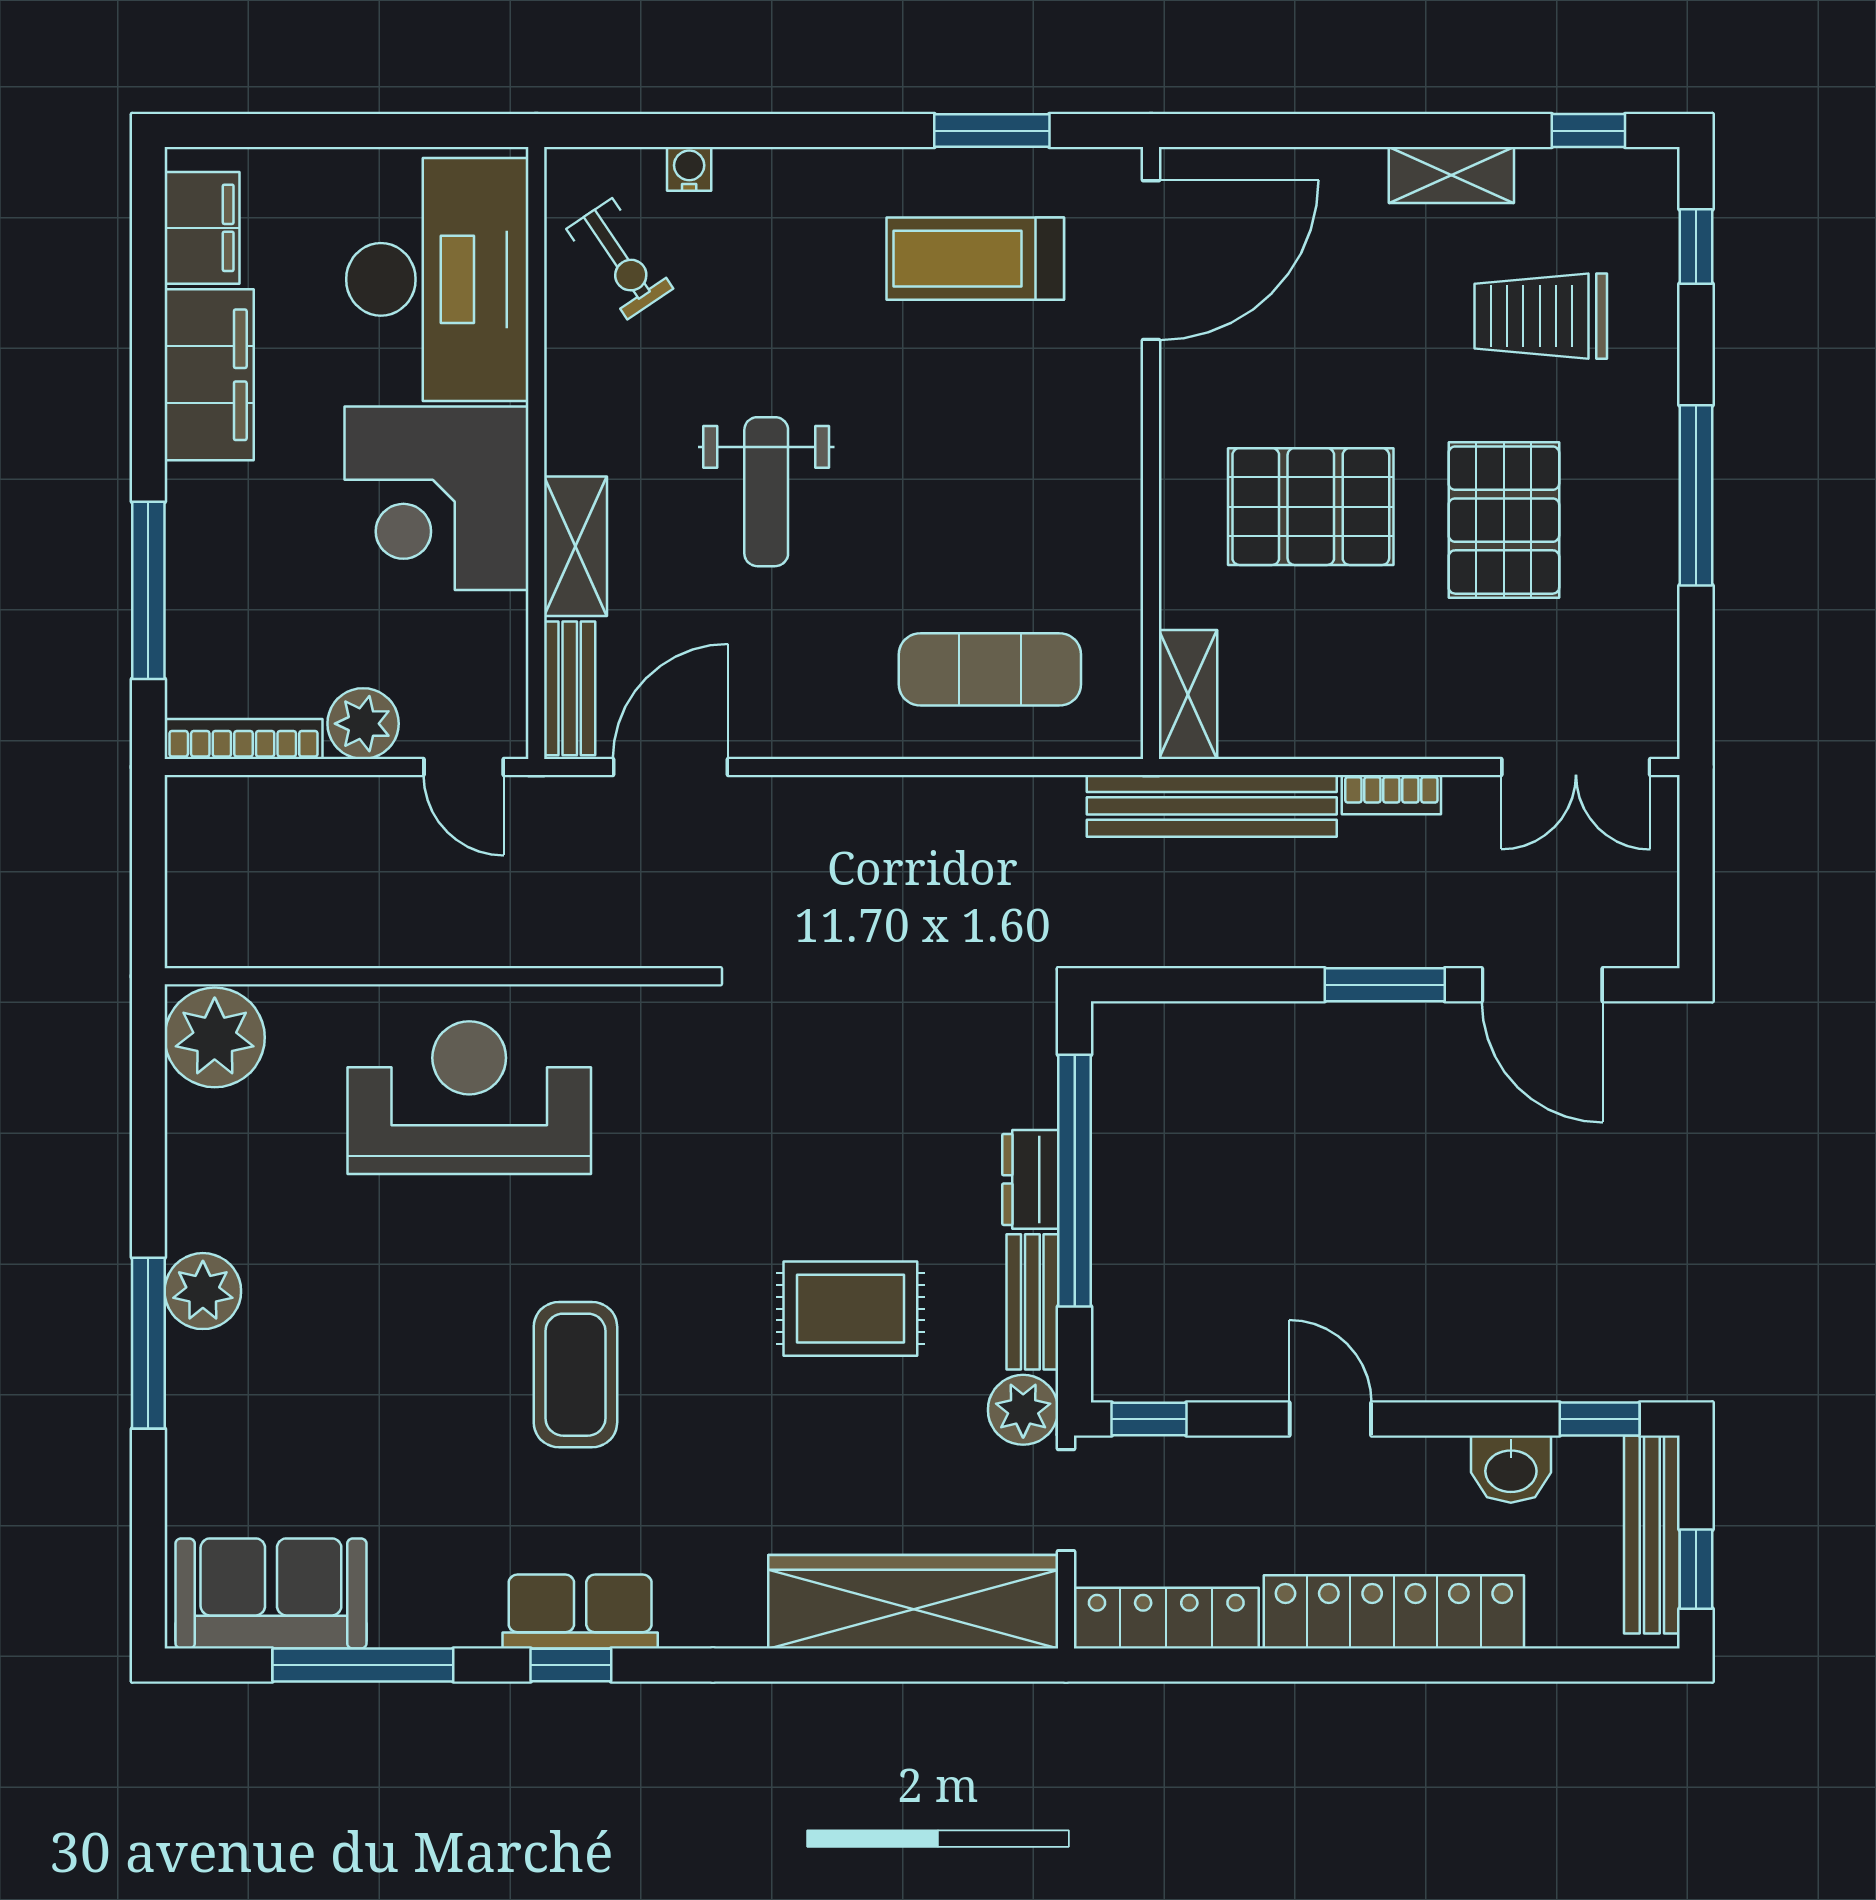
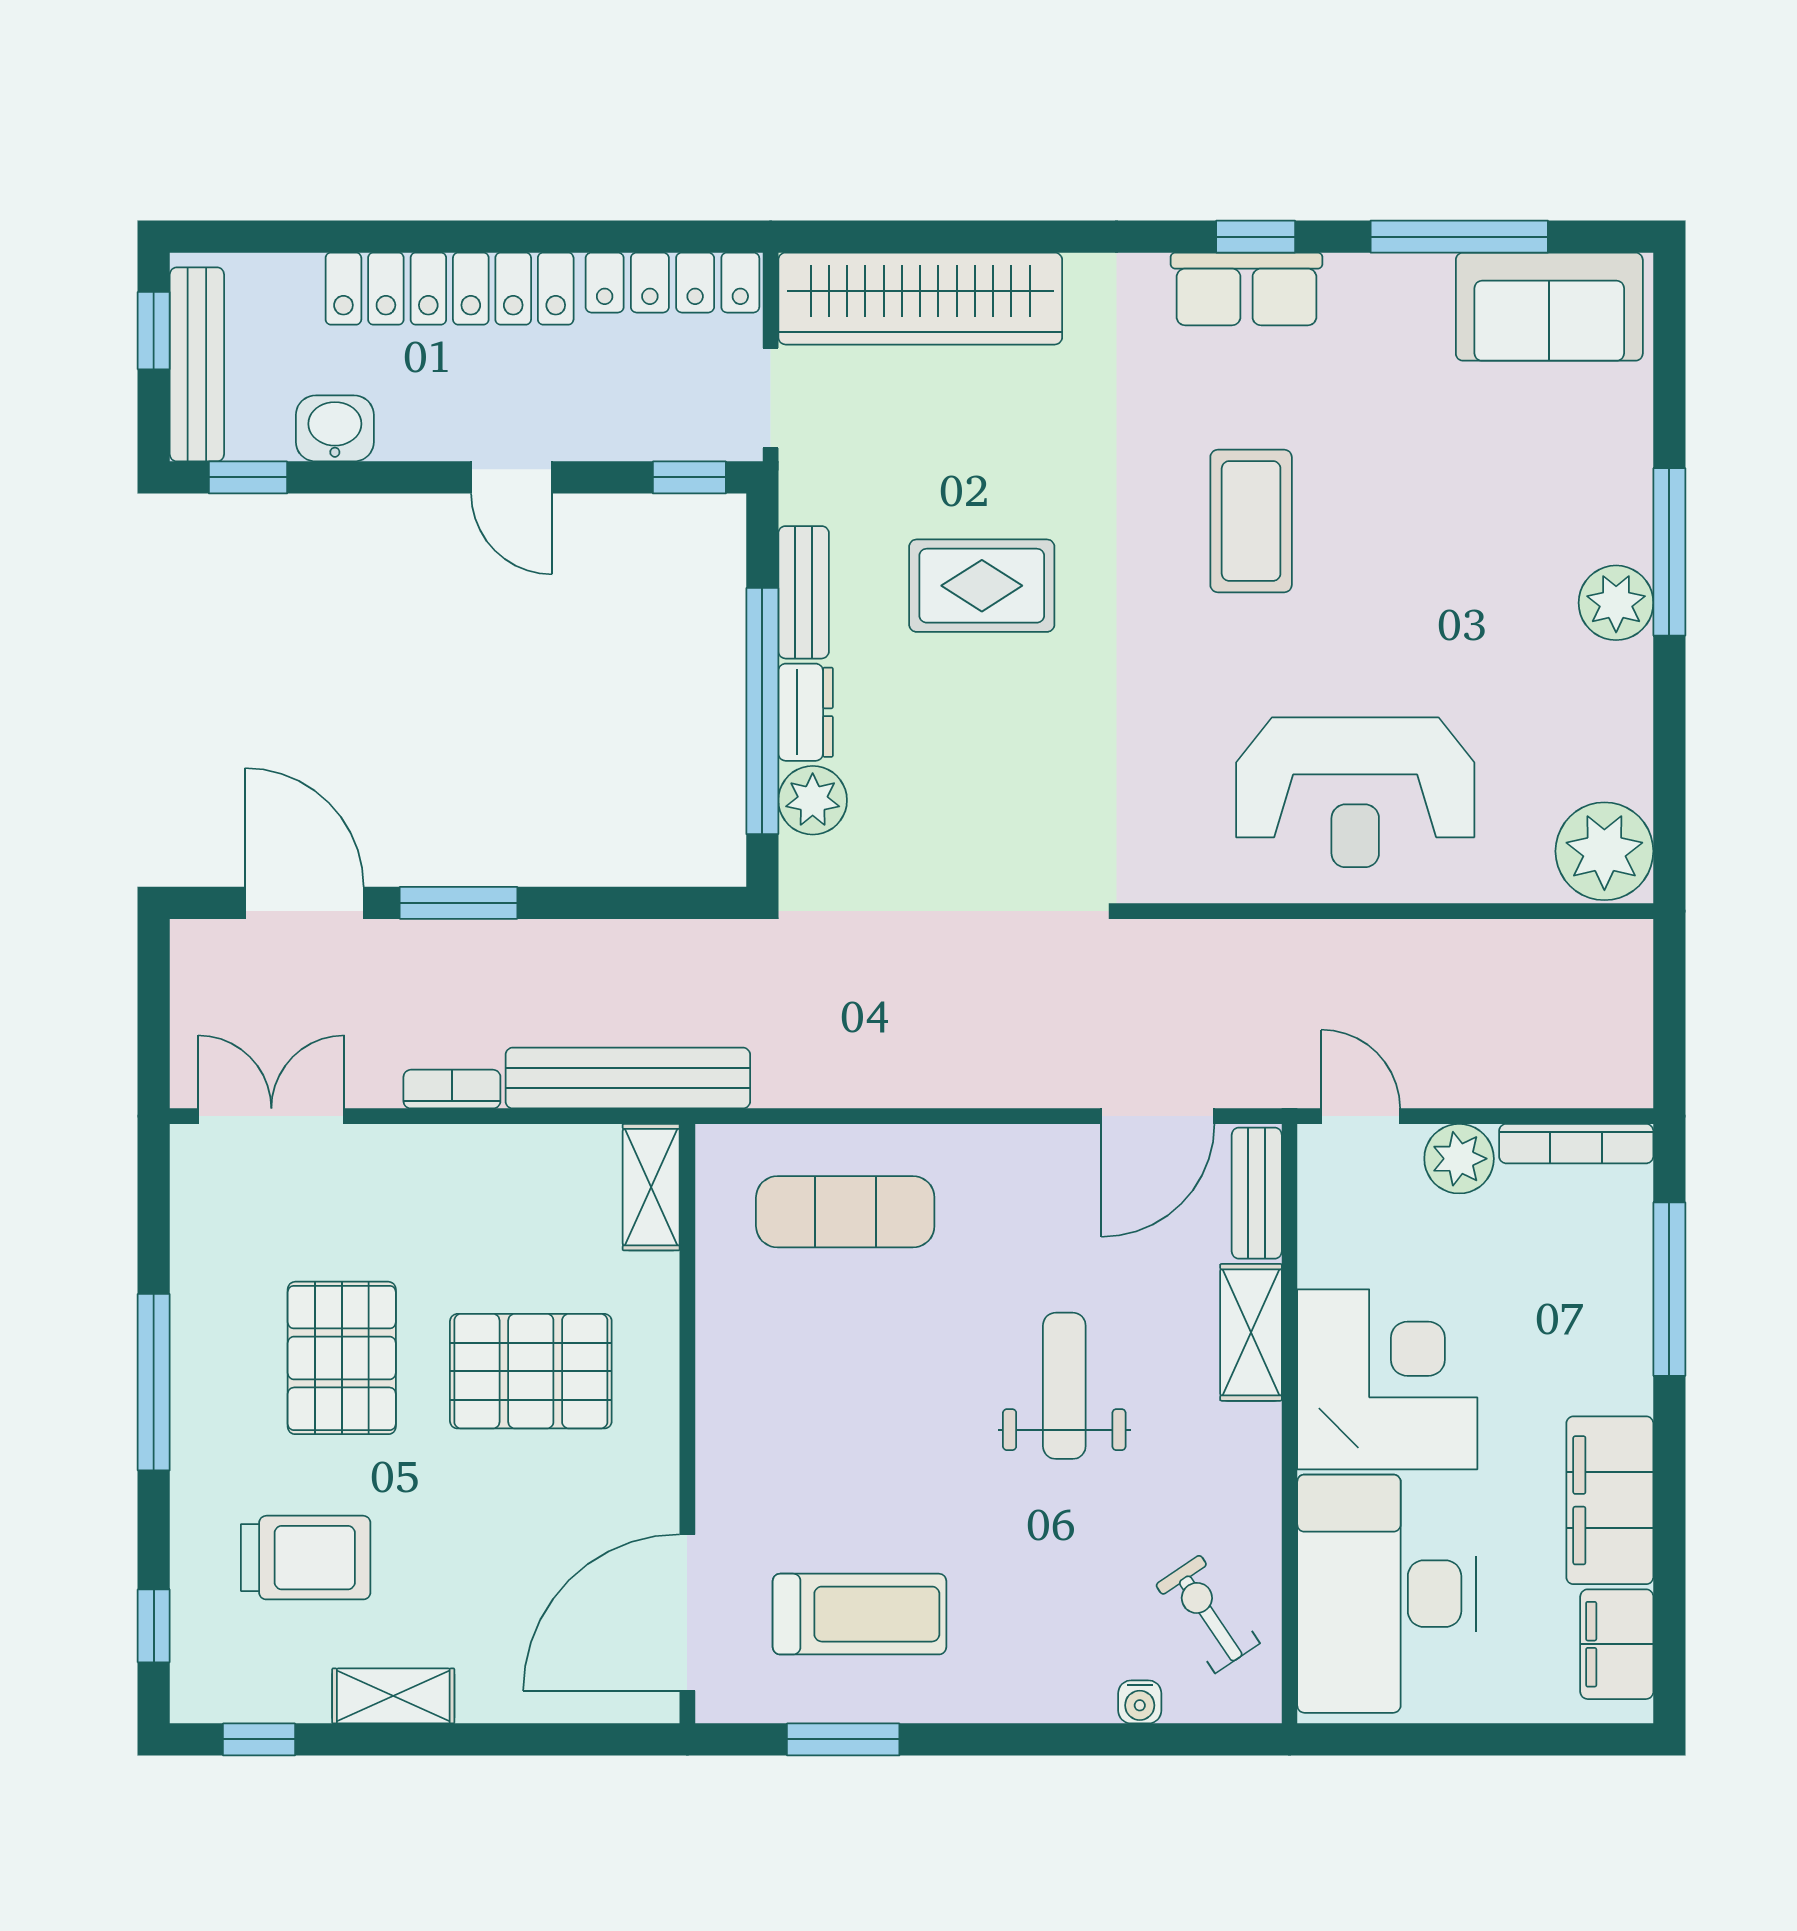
plant: (1023, 1410) -> (813, 800), moved

